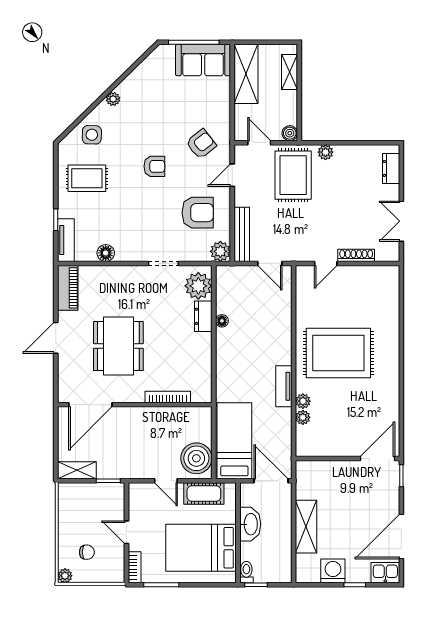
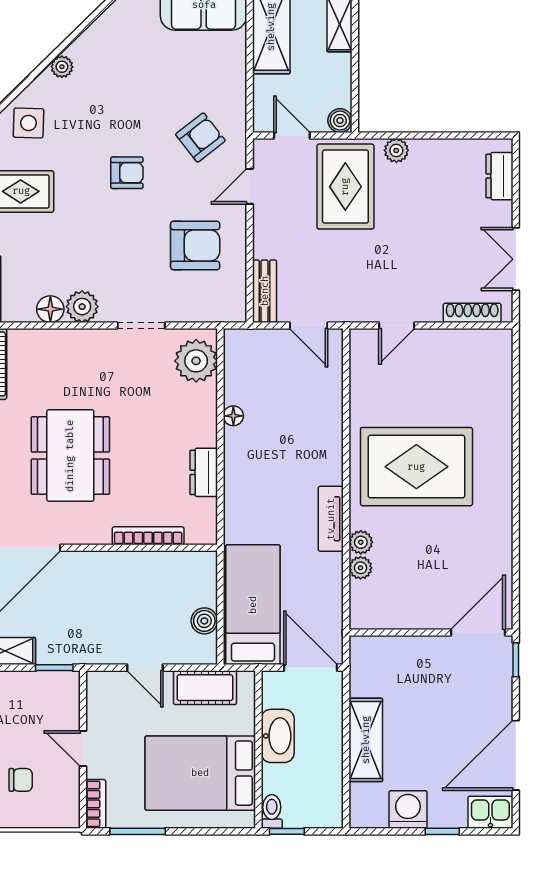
bench: (242, 234) -> (265, 291), width x0.73
plant: (220, 251) -> (82, 307), moved
shoe rack: (356, 255) -> (472, 313), moved
dresser: (203, 316) -> (204, 472), moved
boiler: (196, 458) -> (204, 621), width x0.54, depth x0.54

